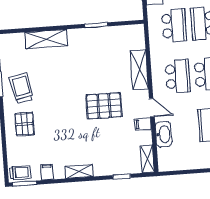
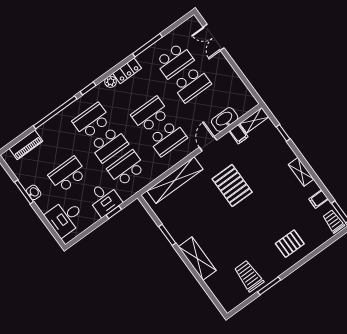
shelving: (46, 39) -> (197, 259), moved
shelving: (139, 70) -> (175, 180), width x1.47
school desk: (178, 76) -> (168, 138), turned 180
trolley: (21, 88) -> (249, 276), moved, turned 101
filing cabinet: (143, 124) -> (239, 134), moved

